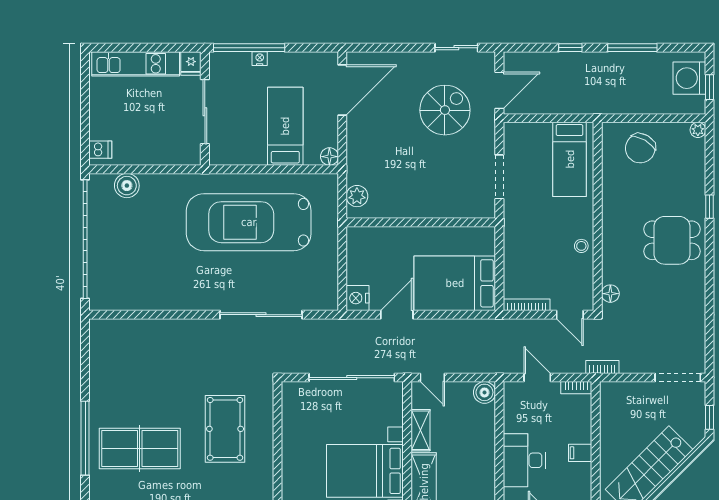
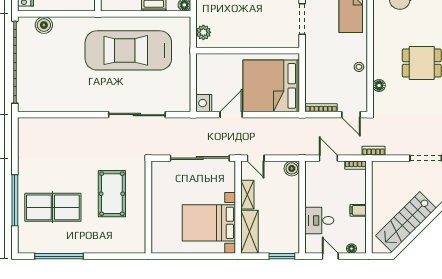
bed: (455, 283) -> (271, 86), width x1.36
floor lamp: (610, 294) -> (379, 86), moved
desk: (524, 460) -> (319, 220), width x0.73

